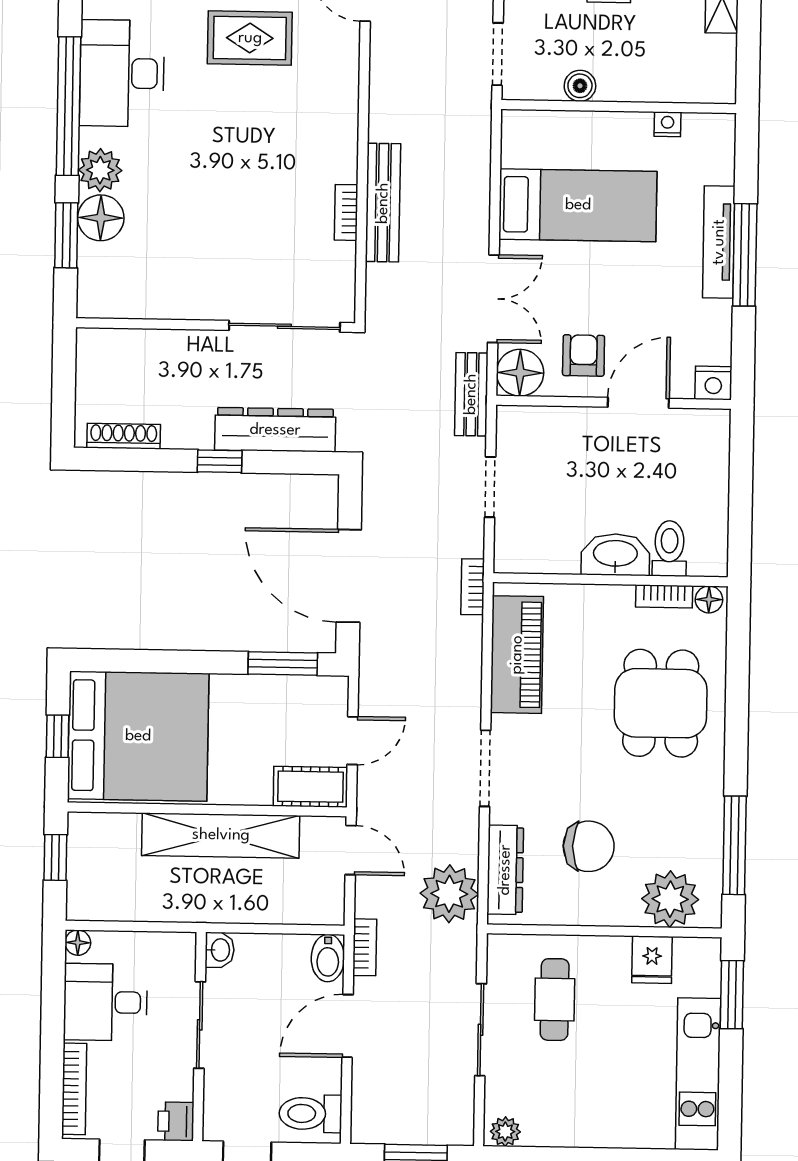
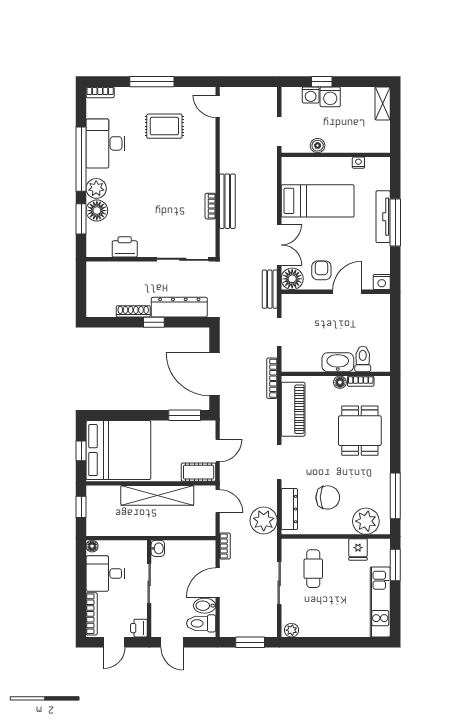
printer: (159, 297) -> (125, 247), added
shoe rack: (124, 436) -> (133, 311), moved
bookcase: (473, 587) -> (272, 378), width x1.56
floor lamp: (709, 599) -> (340, 382), moved
bidet: (328, 958) -> (205, 606), moved, turned 90

